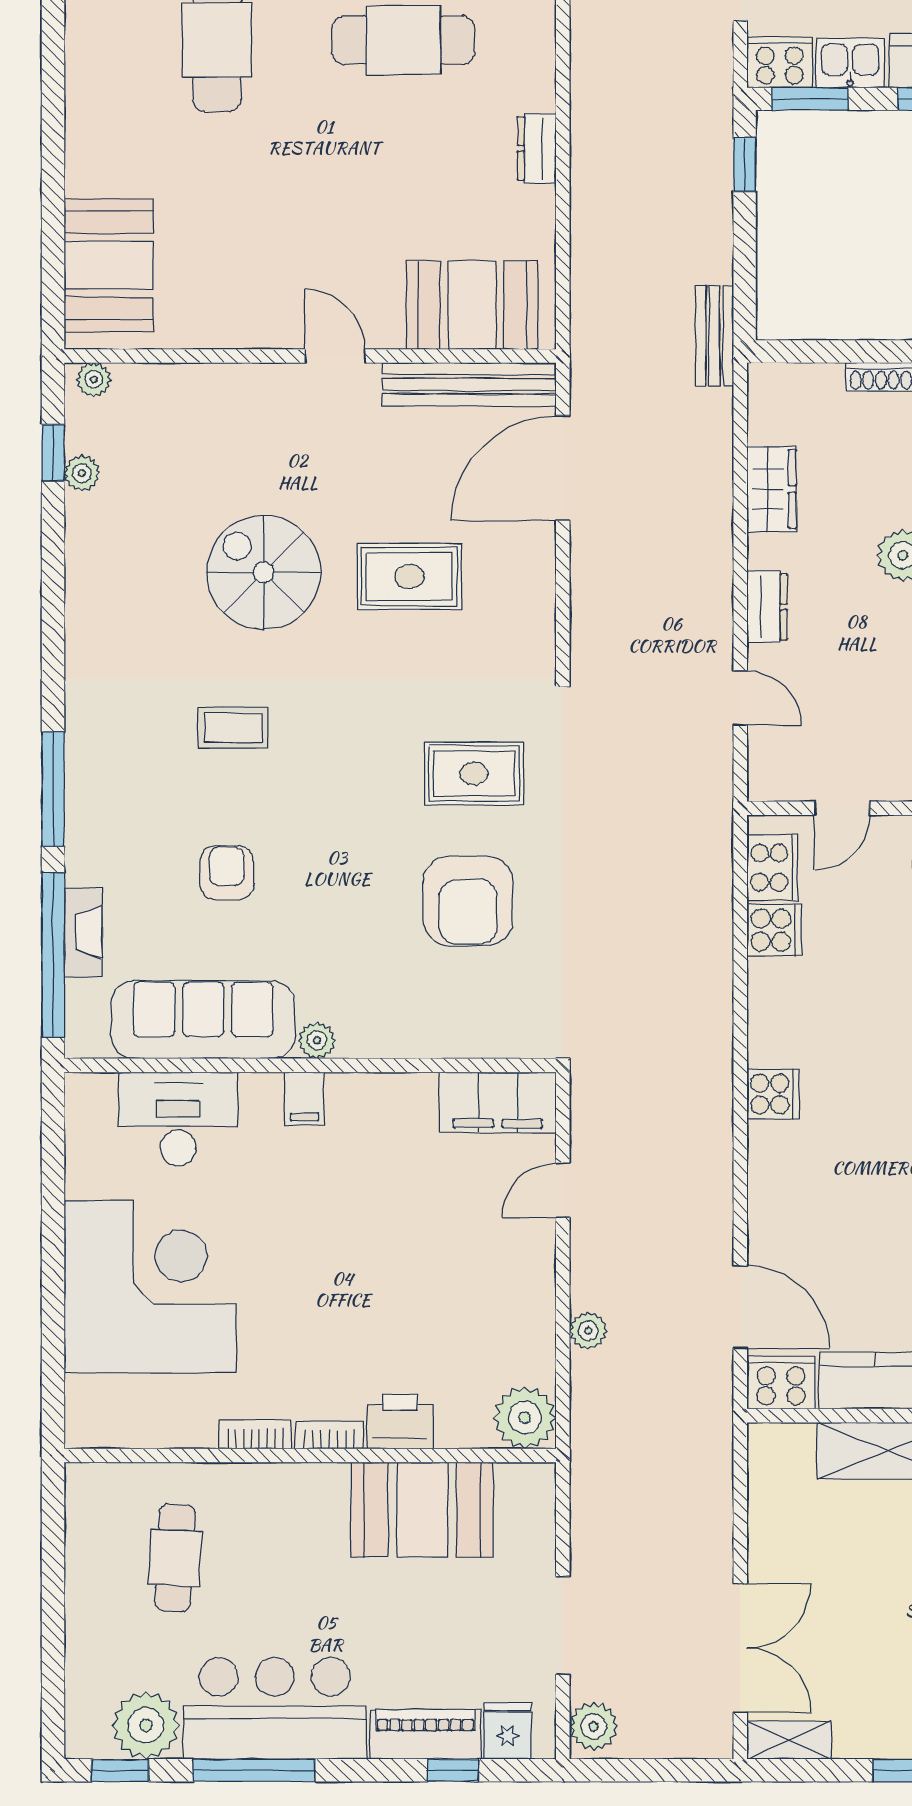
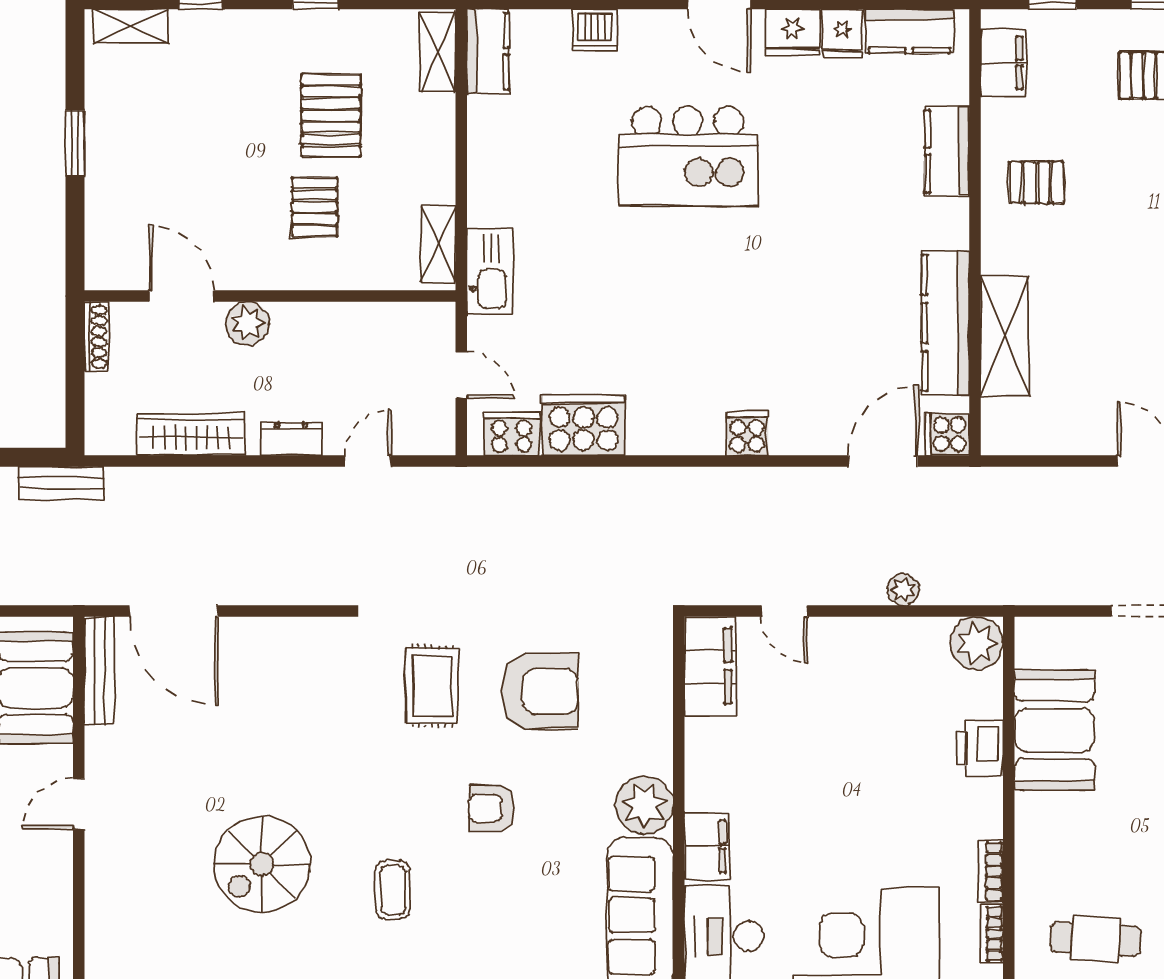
bench: (469, 384) -> (100, 671), width x0.73, depth x0.82
wardrobe: (772, 489) -> (191, 435), width x1.50
rug: (409, 577) -> (265, 741), removed
armchair: (227, 873) -> (492, 808), moved
cooker: (774, 930) -> (584, 425), width x1.87, depth x1.31
plant: (317, 1040) -> (644, 805), width x1.88, depth x1.88
cooker: (773, 1094) -> (747, 433), moved
filing cabinet: (305, 1098) -> (707, 846), width x2.00
cooker: (781, 1383) -> (947, 434), width x0.73
bookcase: (329, 1435) -> (992, 934), moved

